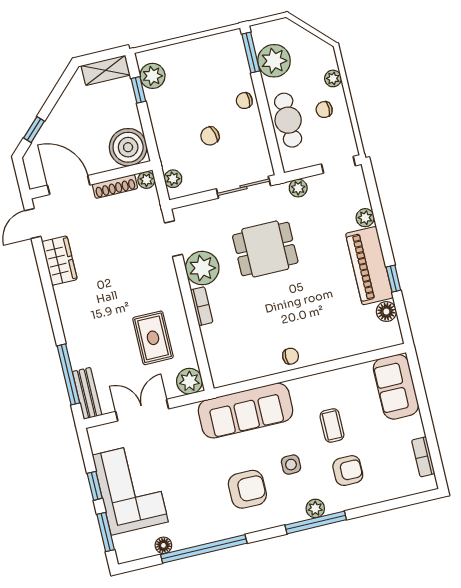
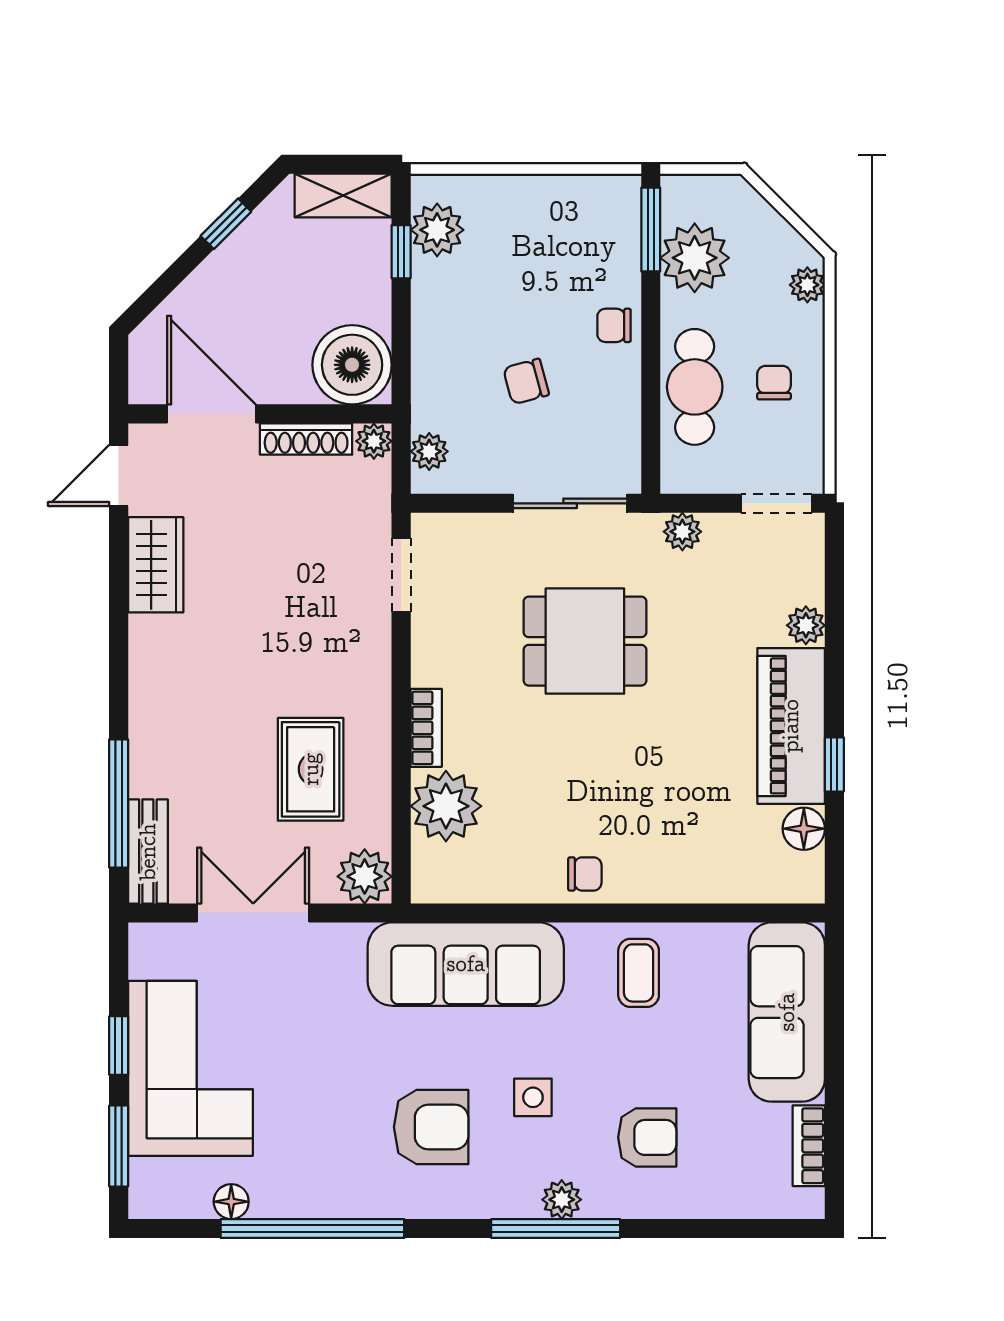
plant: (333, 78) -> (807, 285), moved
chair: (324, 110) -> (774, 383), turned 90
window: (34, 130) -> (226, 224), moved
plant: (202, 268) -> (446, 806), moved
sofa: (396, 387) -> (787, 1012), width x1.36
coffee table: (332, 425) -> (639, 973), moved

